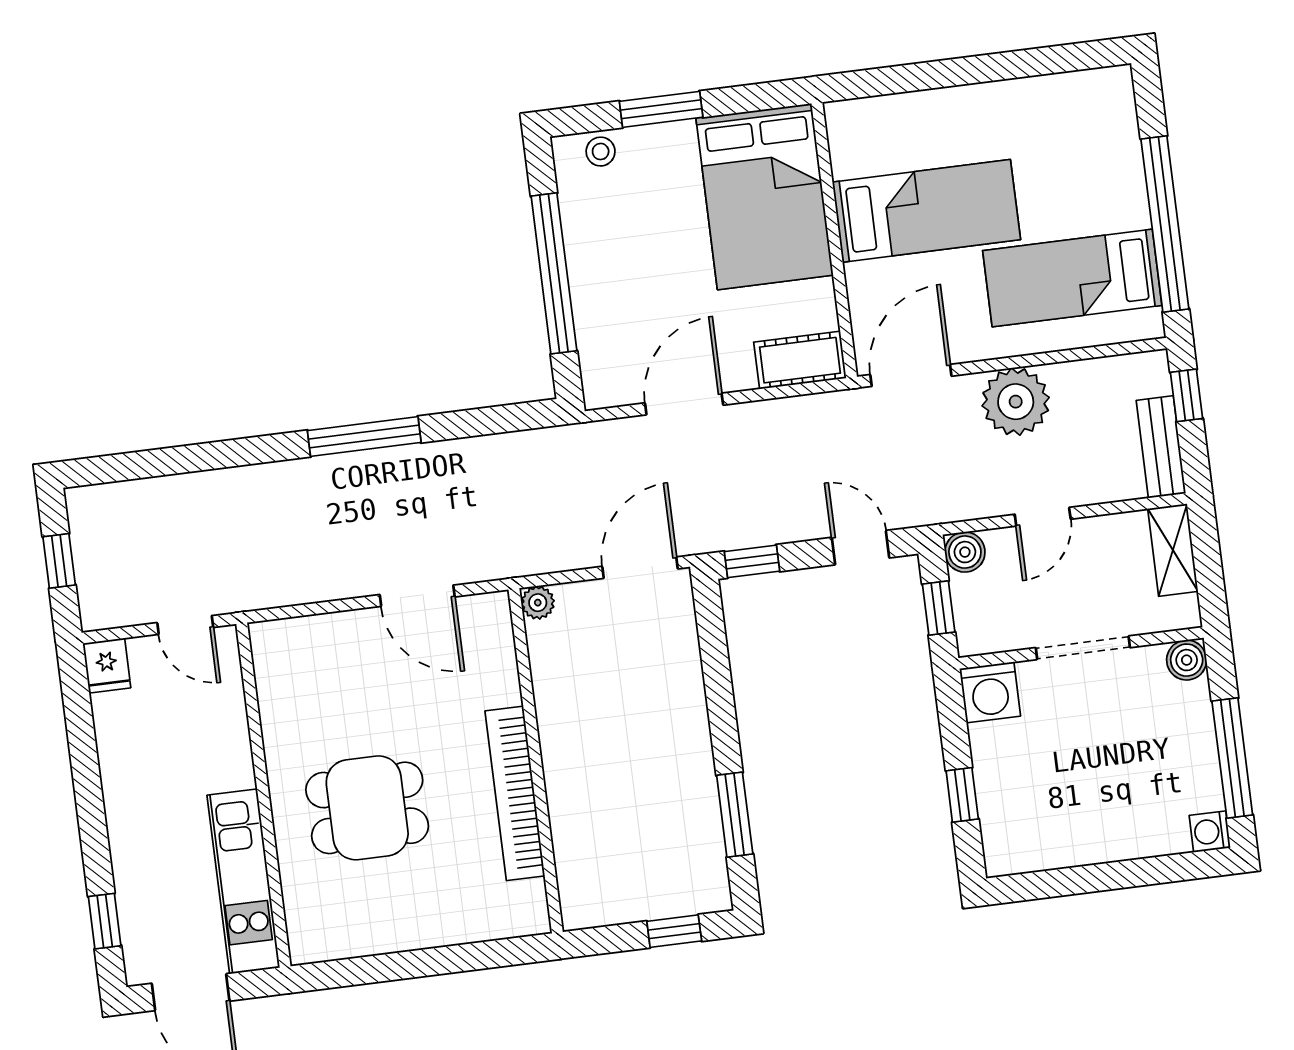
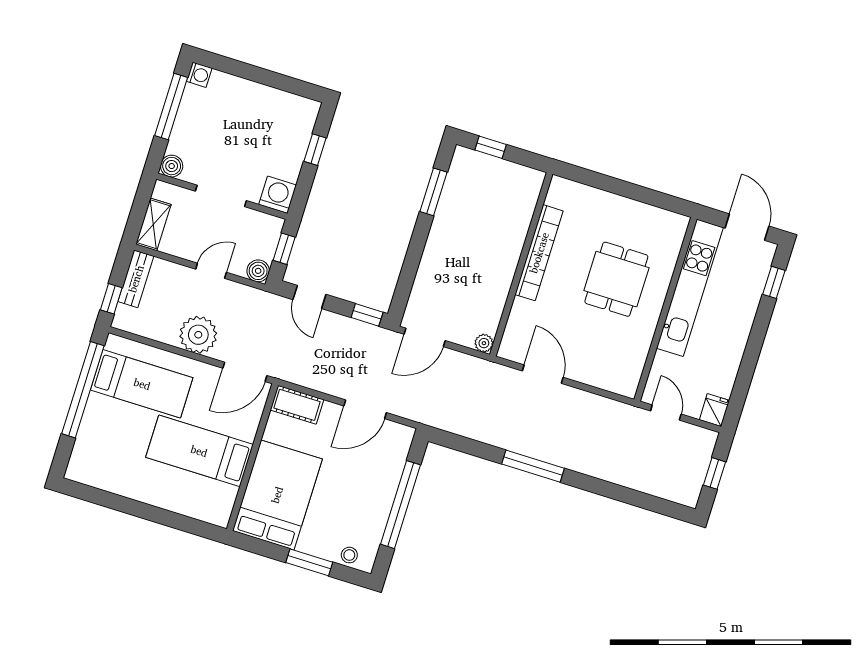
dining table: (367, 808) -> (616, 279), turned 90
kitchen unit: (243, 881) -> (690, 288), width x1.36

